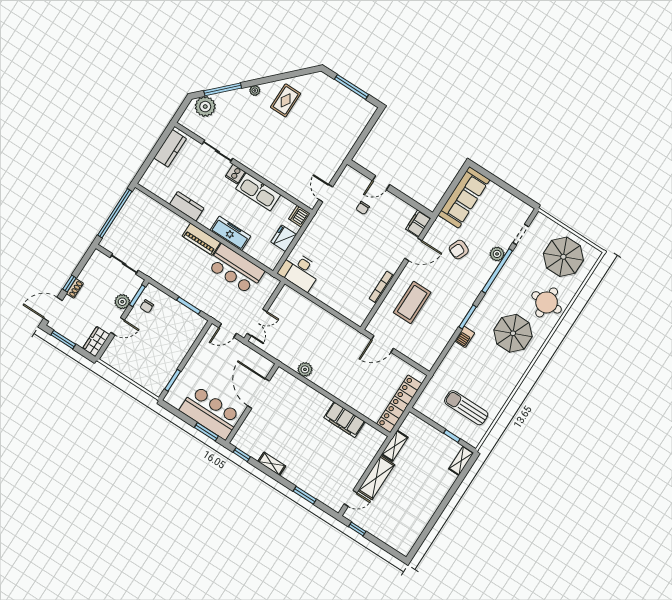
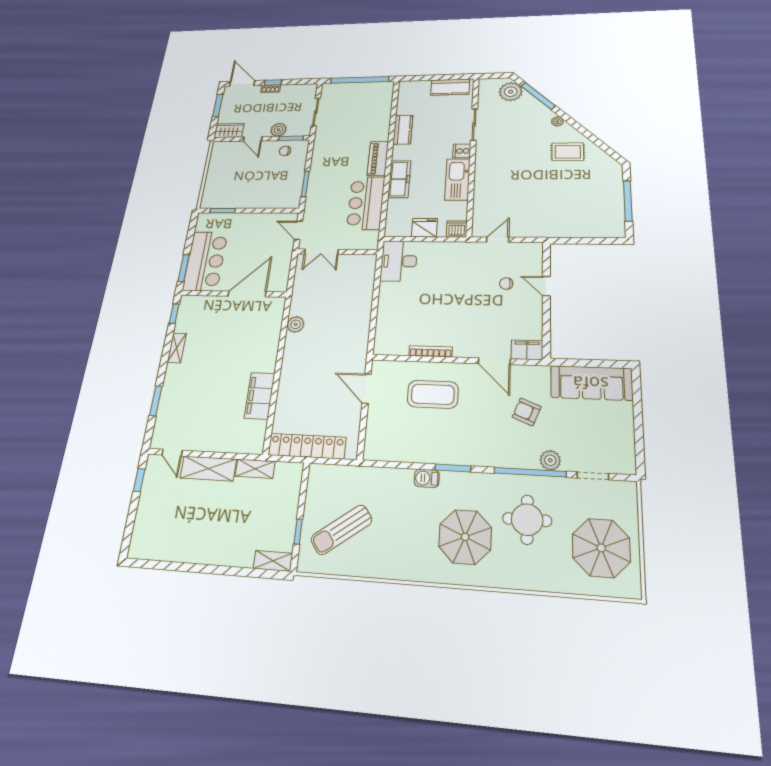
round table: (547, 302) -> (527, 520), moved
sun lounger: (466, 408) -> (341, 530), turned -126

